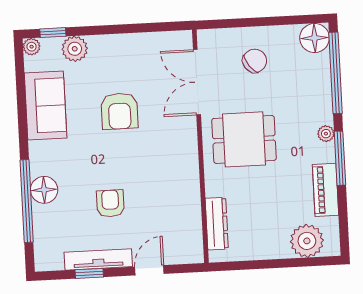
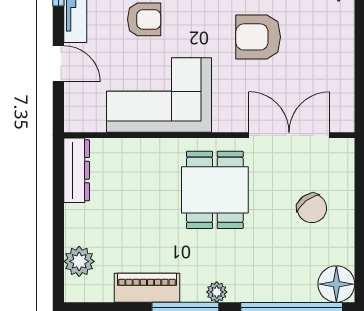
corner sofa: (170, 188) -> (159, 95), added
dresser: (217, 224) -> (77, 170), moved, turned -90
plant: (307, 241) -> (79, 261), width x0.73, depth x0.73

